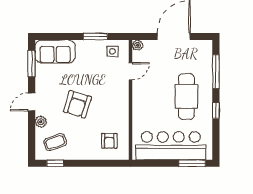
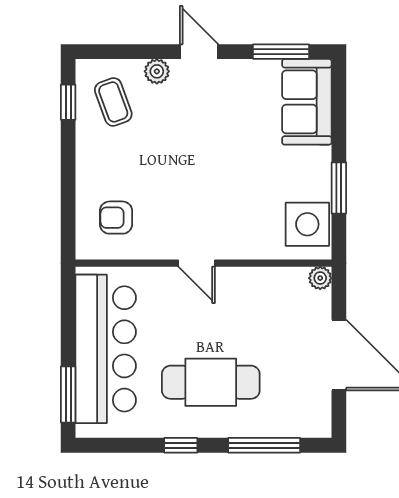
side table: (112, 51) -> (307, 224), width x1.87, depth x1.87
door: (131, 71) -> (197, 263), moved
armchair: (77, 104) -> (194, 149), removed

